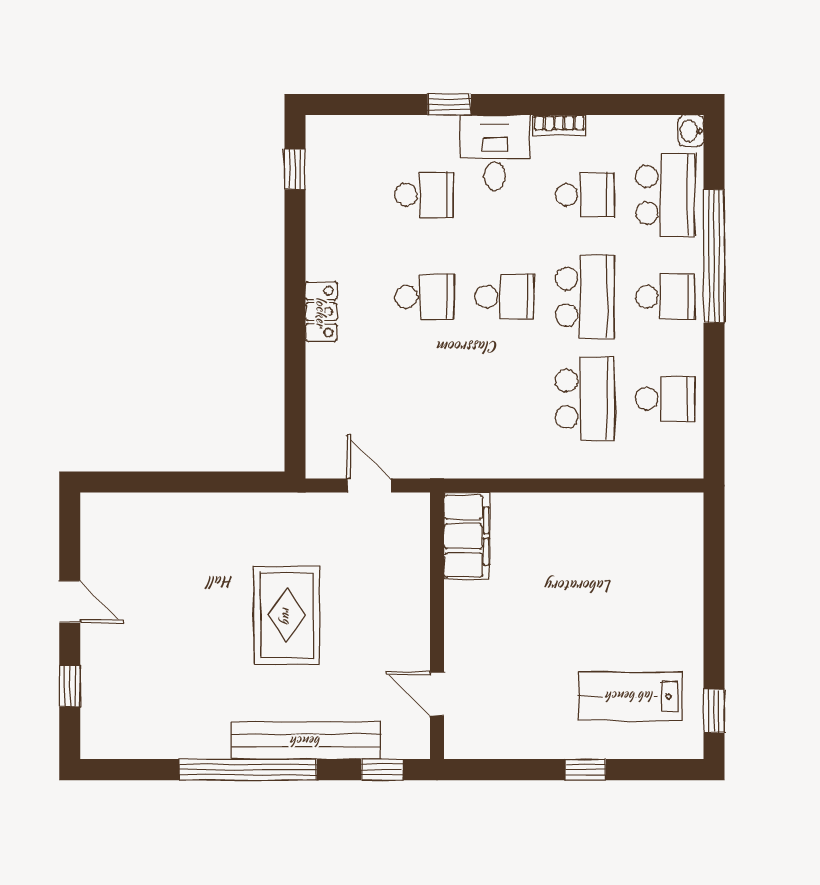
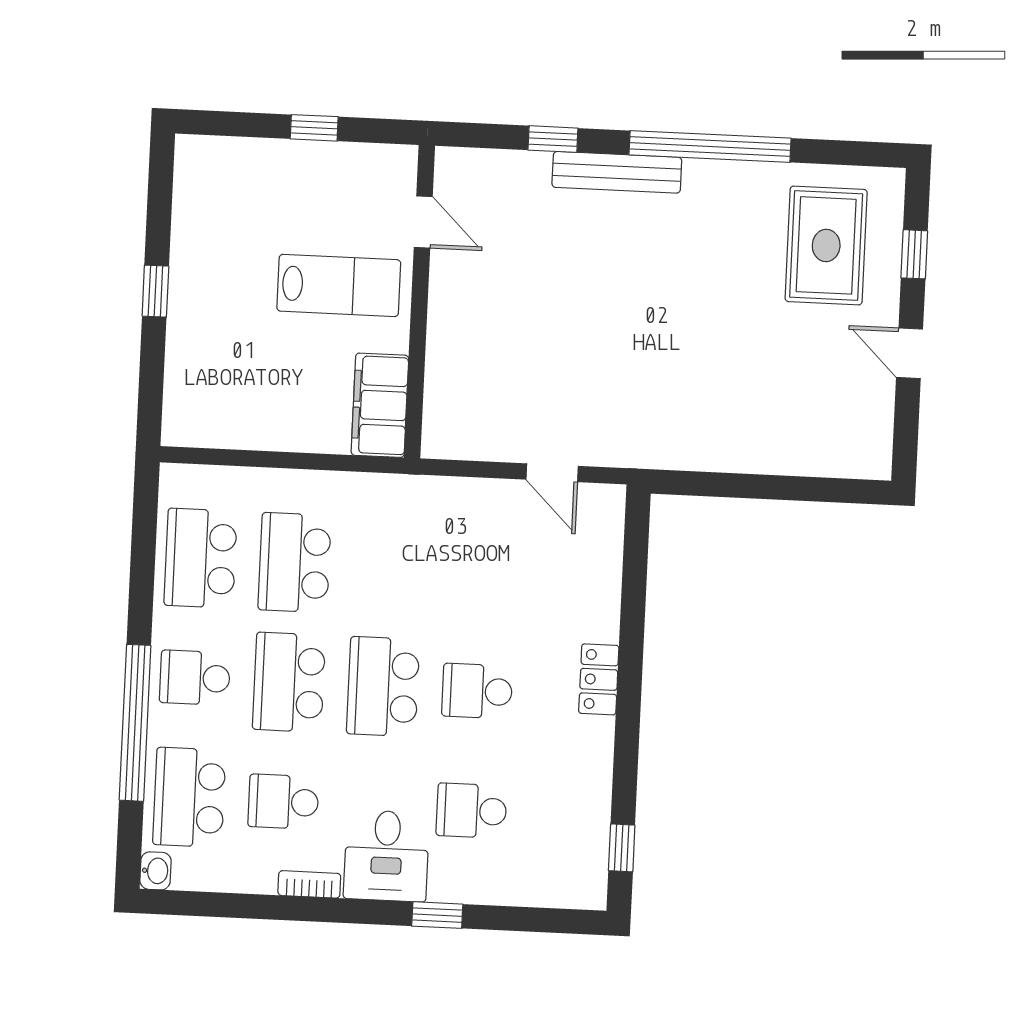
school desk: (504, 297) -> (383, 687), width x1.85
school desk: (665, 399) -> (201, 558), width x1.85
filing cabinet: (466, 536) -> (380, 405), moved
rug: (287, 615) -> (826, 245), moved
wall: (437, 626) -> (420, 302), moved
door: (437, 694) -> (423, 222), moved
lab bench: (630, 696) -> (339, 285), moved
window: (714, 711) -> (155, 291), moved
bench: (306, 741) -> (617, 172), width x0.73, depth x0.82

